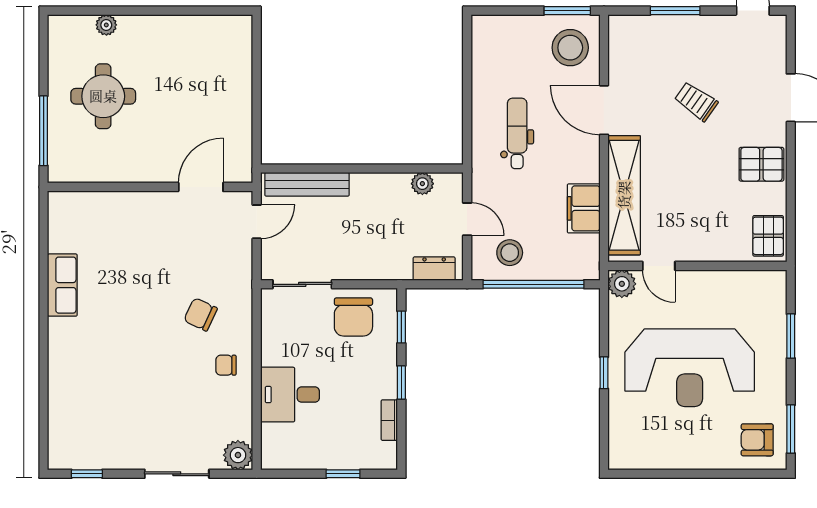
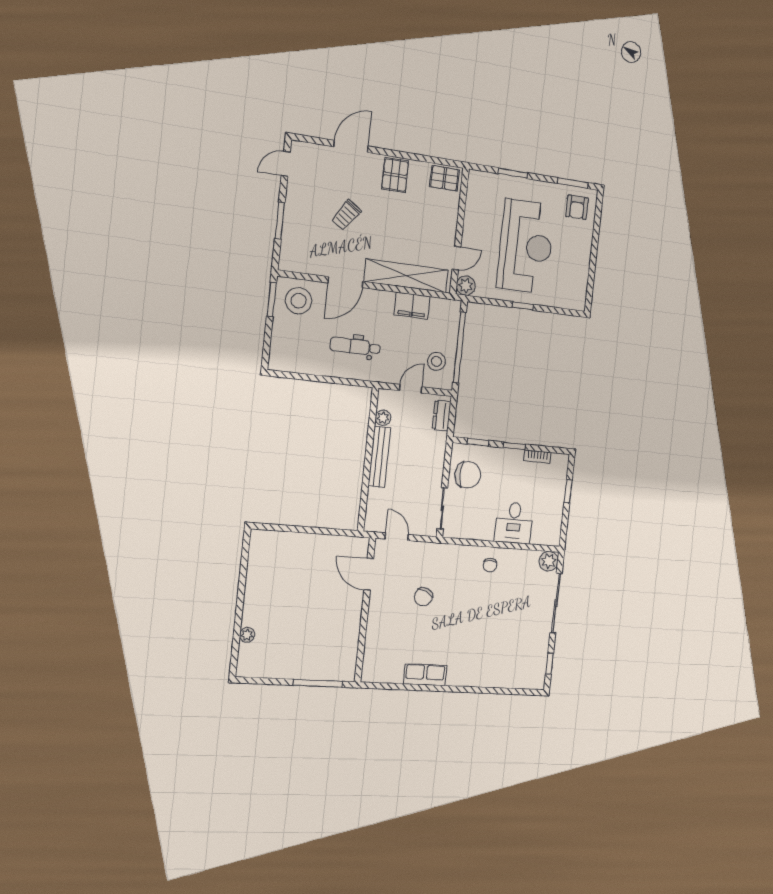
round table: (103, 96) -> (298, 640), removed
bench: (307, 184) -> (379, 457), moved
chair: (201, 314) -> (423, 597), moved
sliding door: (177, 474) -> (556, 603), width x1.37

